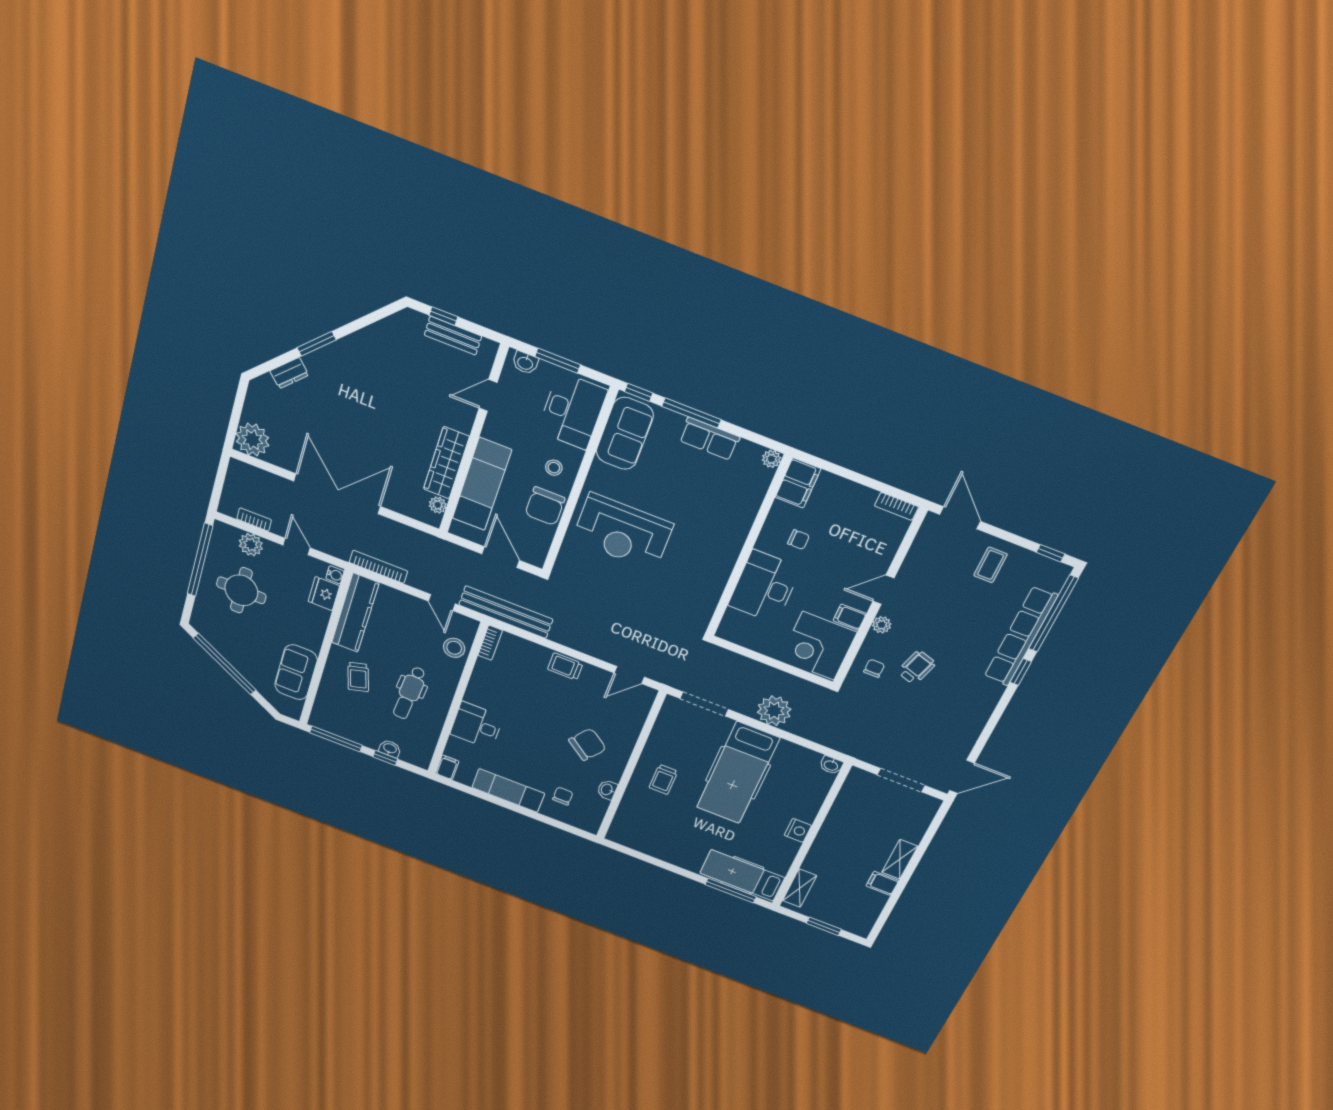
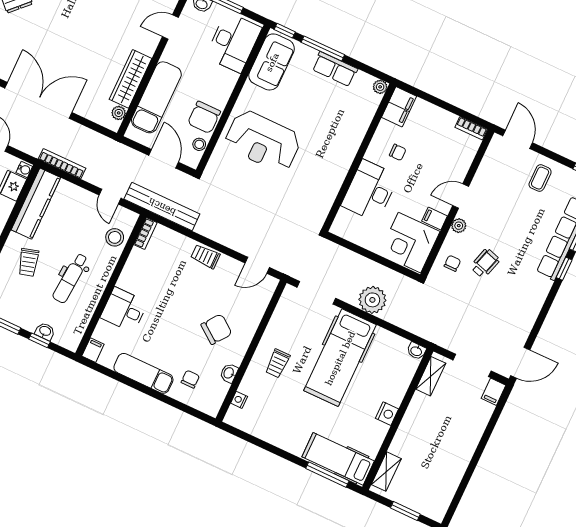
stool: (554, 468) -> (199, 144), moved
nightstand: (622, 817) -> (239, 400), added
shelving: (900, 859) -> (431, 376), moved
filing cabinet: (882, 883) -> (493, 392), moved, turned -90

